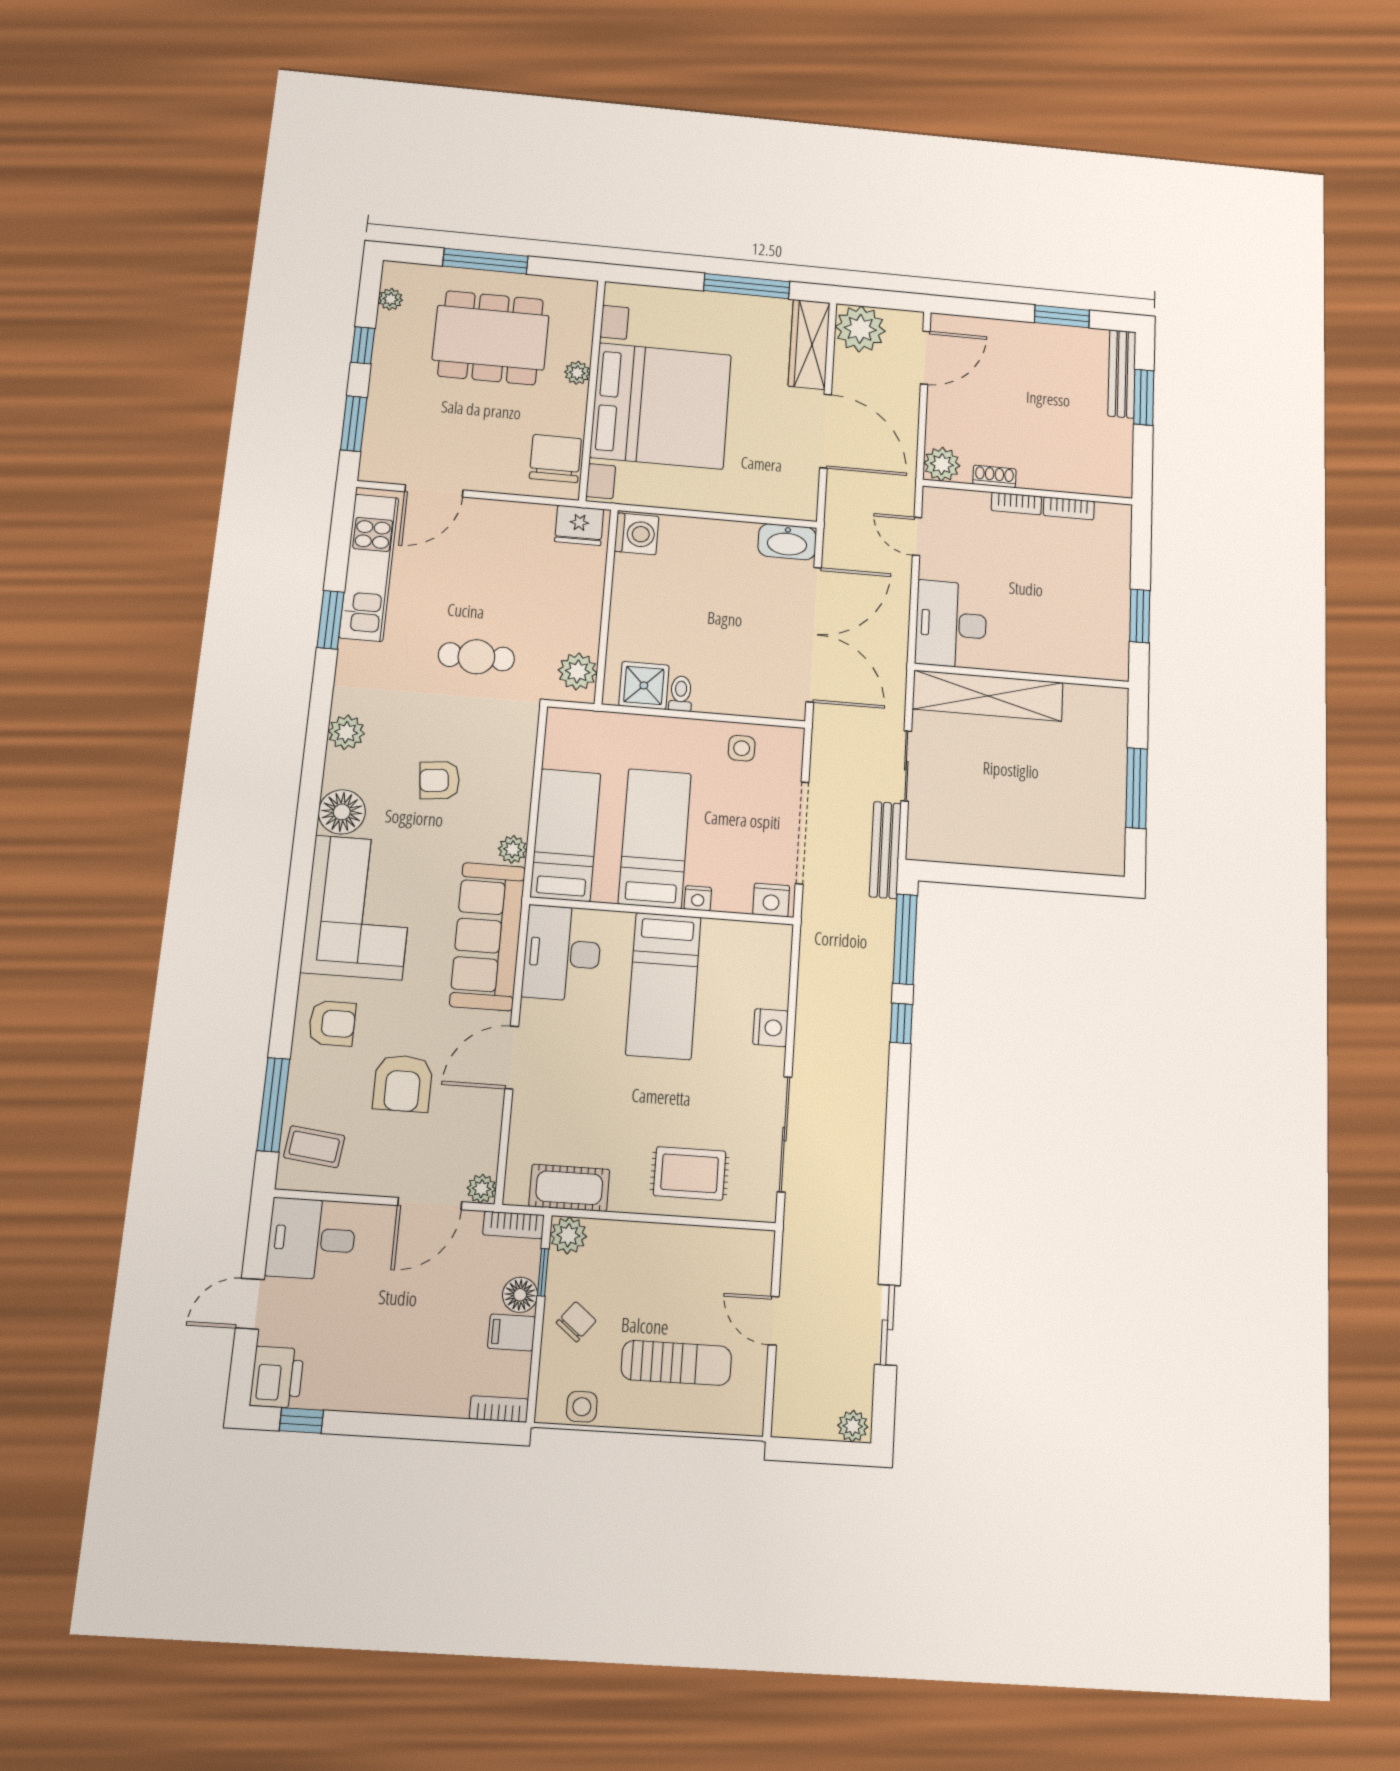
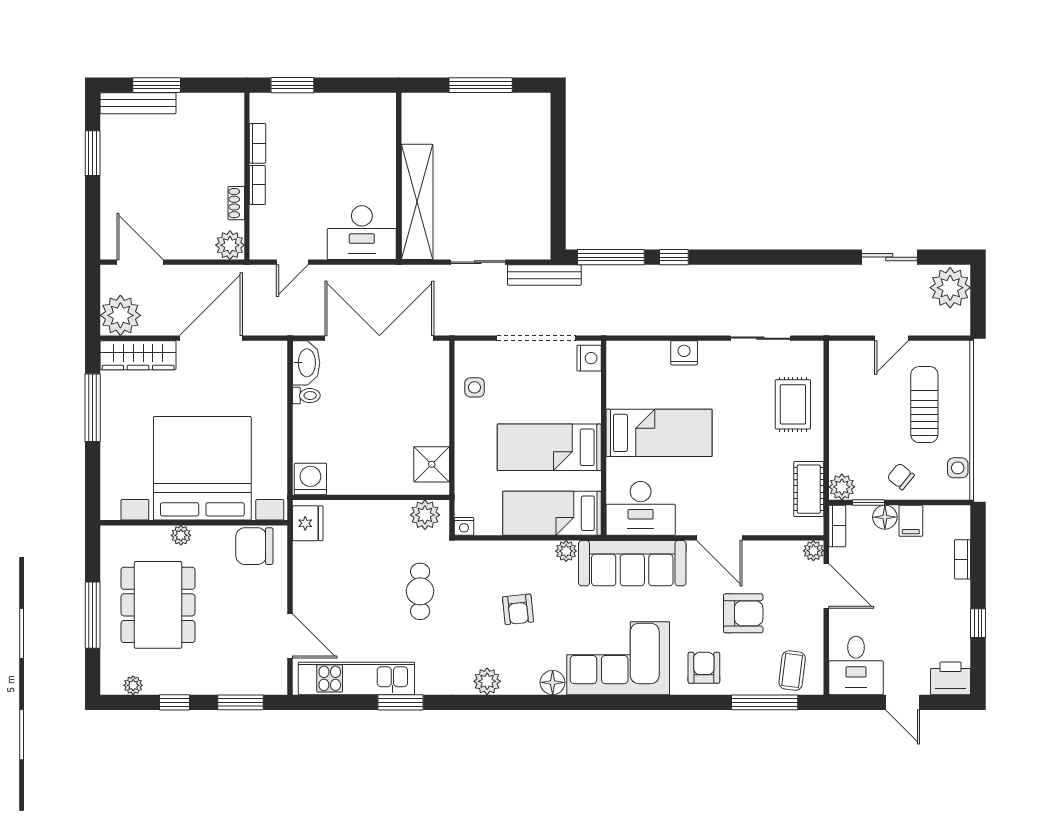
window: (1140, 616) -> (292, 85), moved
toilet: (681, 694) -> (306, 396), moved, turned 180
floor lamp: (342, 812) -> (553, 682), width x0.73, depth x0.73
nightstand: (698, 898) -> (464, 526), moved, turned 90
sliding door: (785, 1134) -> (760, 338), width x0.73
bookcase: (499, 1409) -> (963, 559), moved
window: (301, 1420) -> (978, 623), moved
plant: (853, 1426) -> (950, 288), width x1.88, depth x1.88

